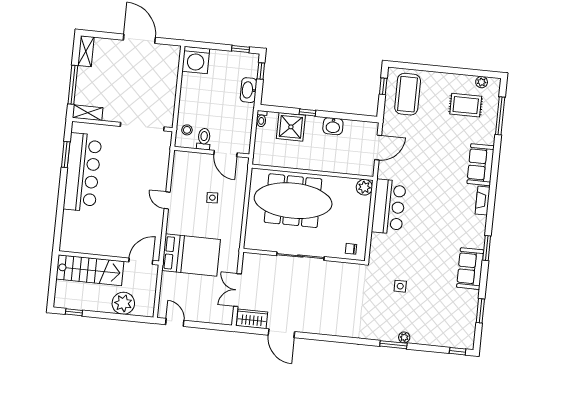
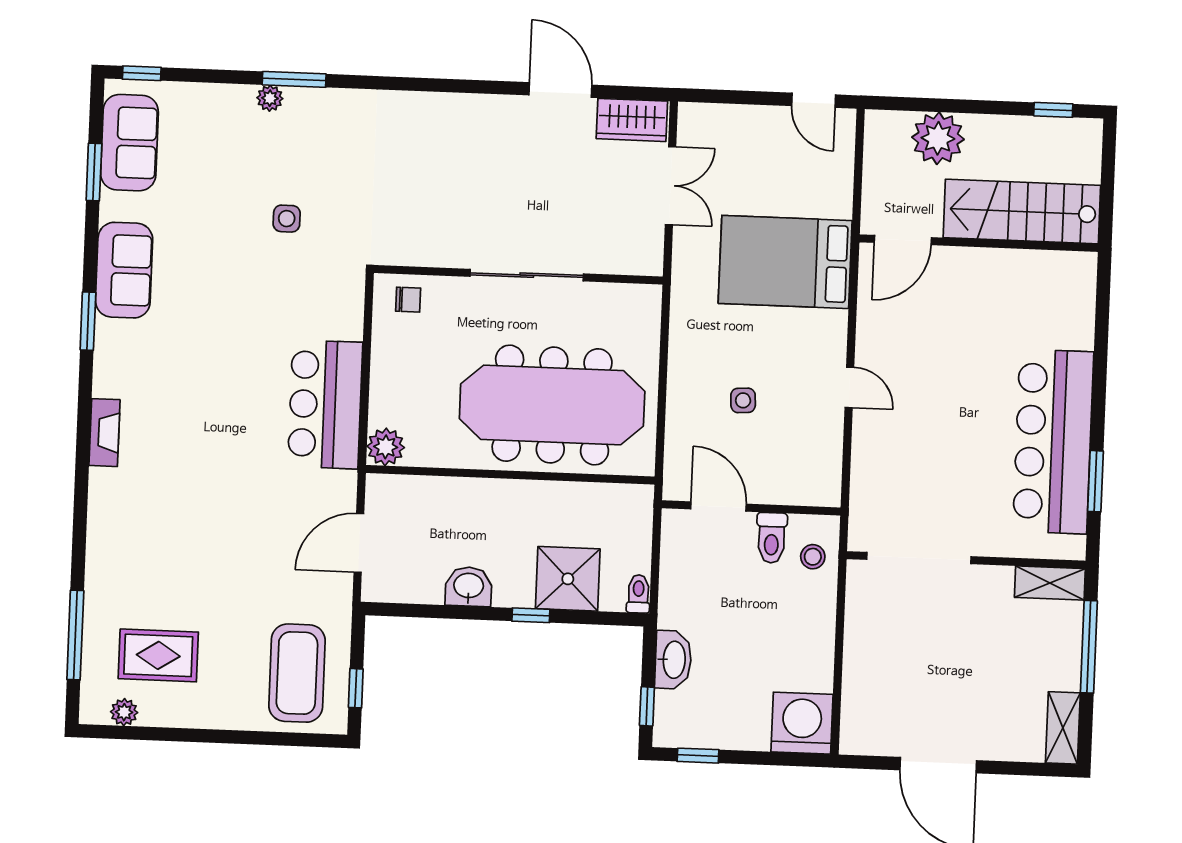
sofa: (481, 165) -> (129, 143), moved

